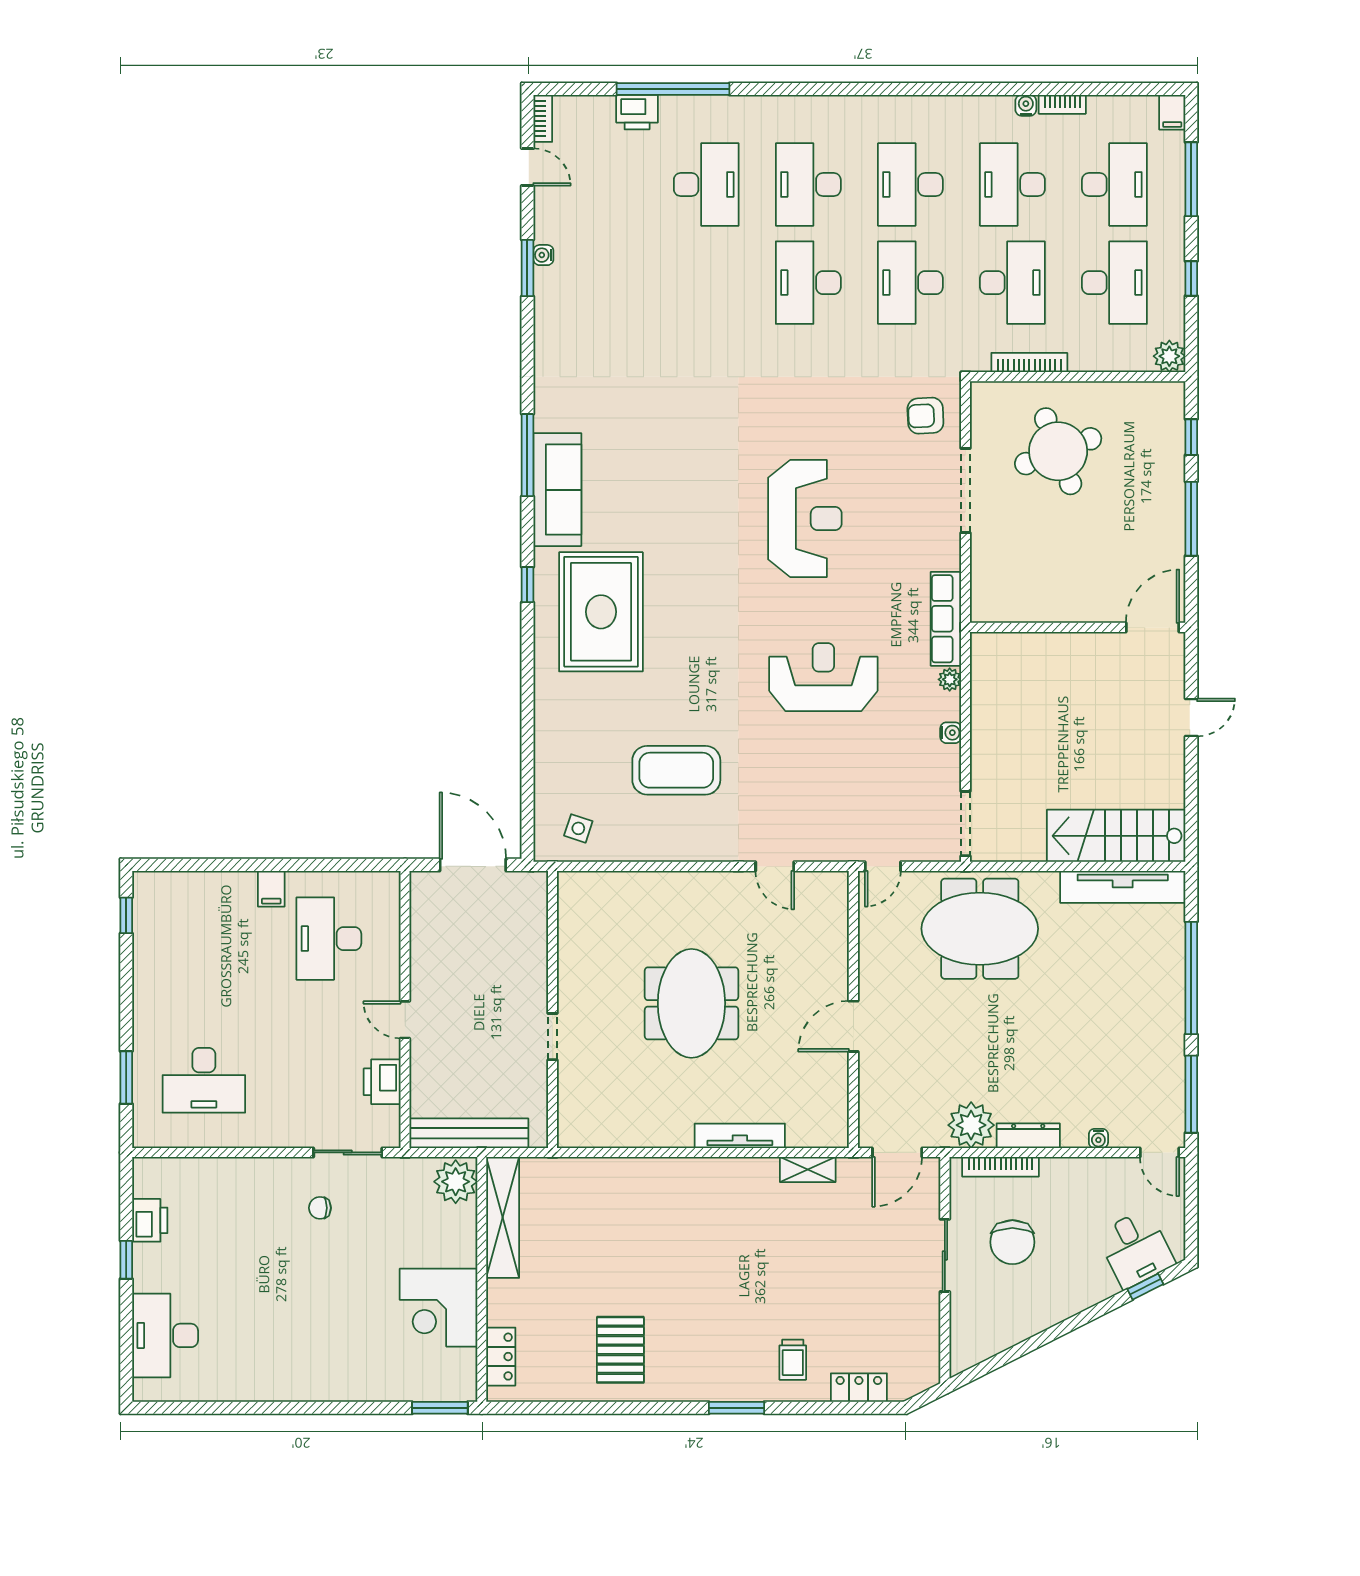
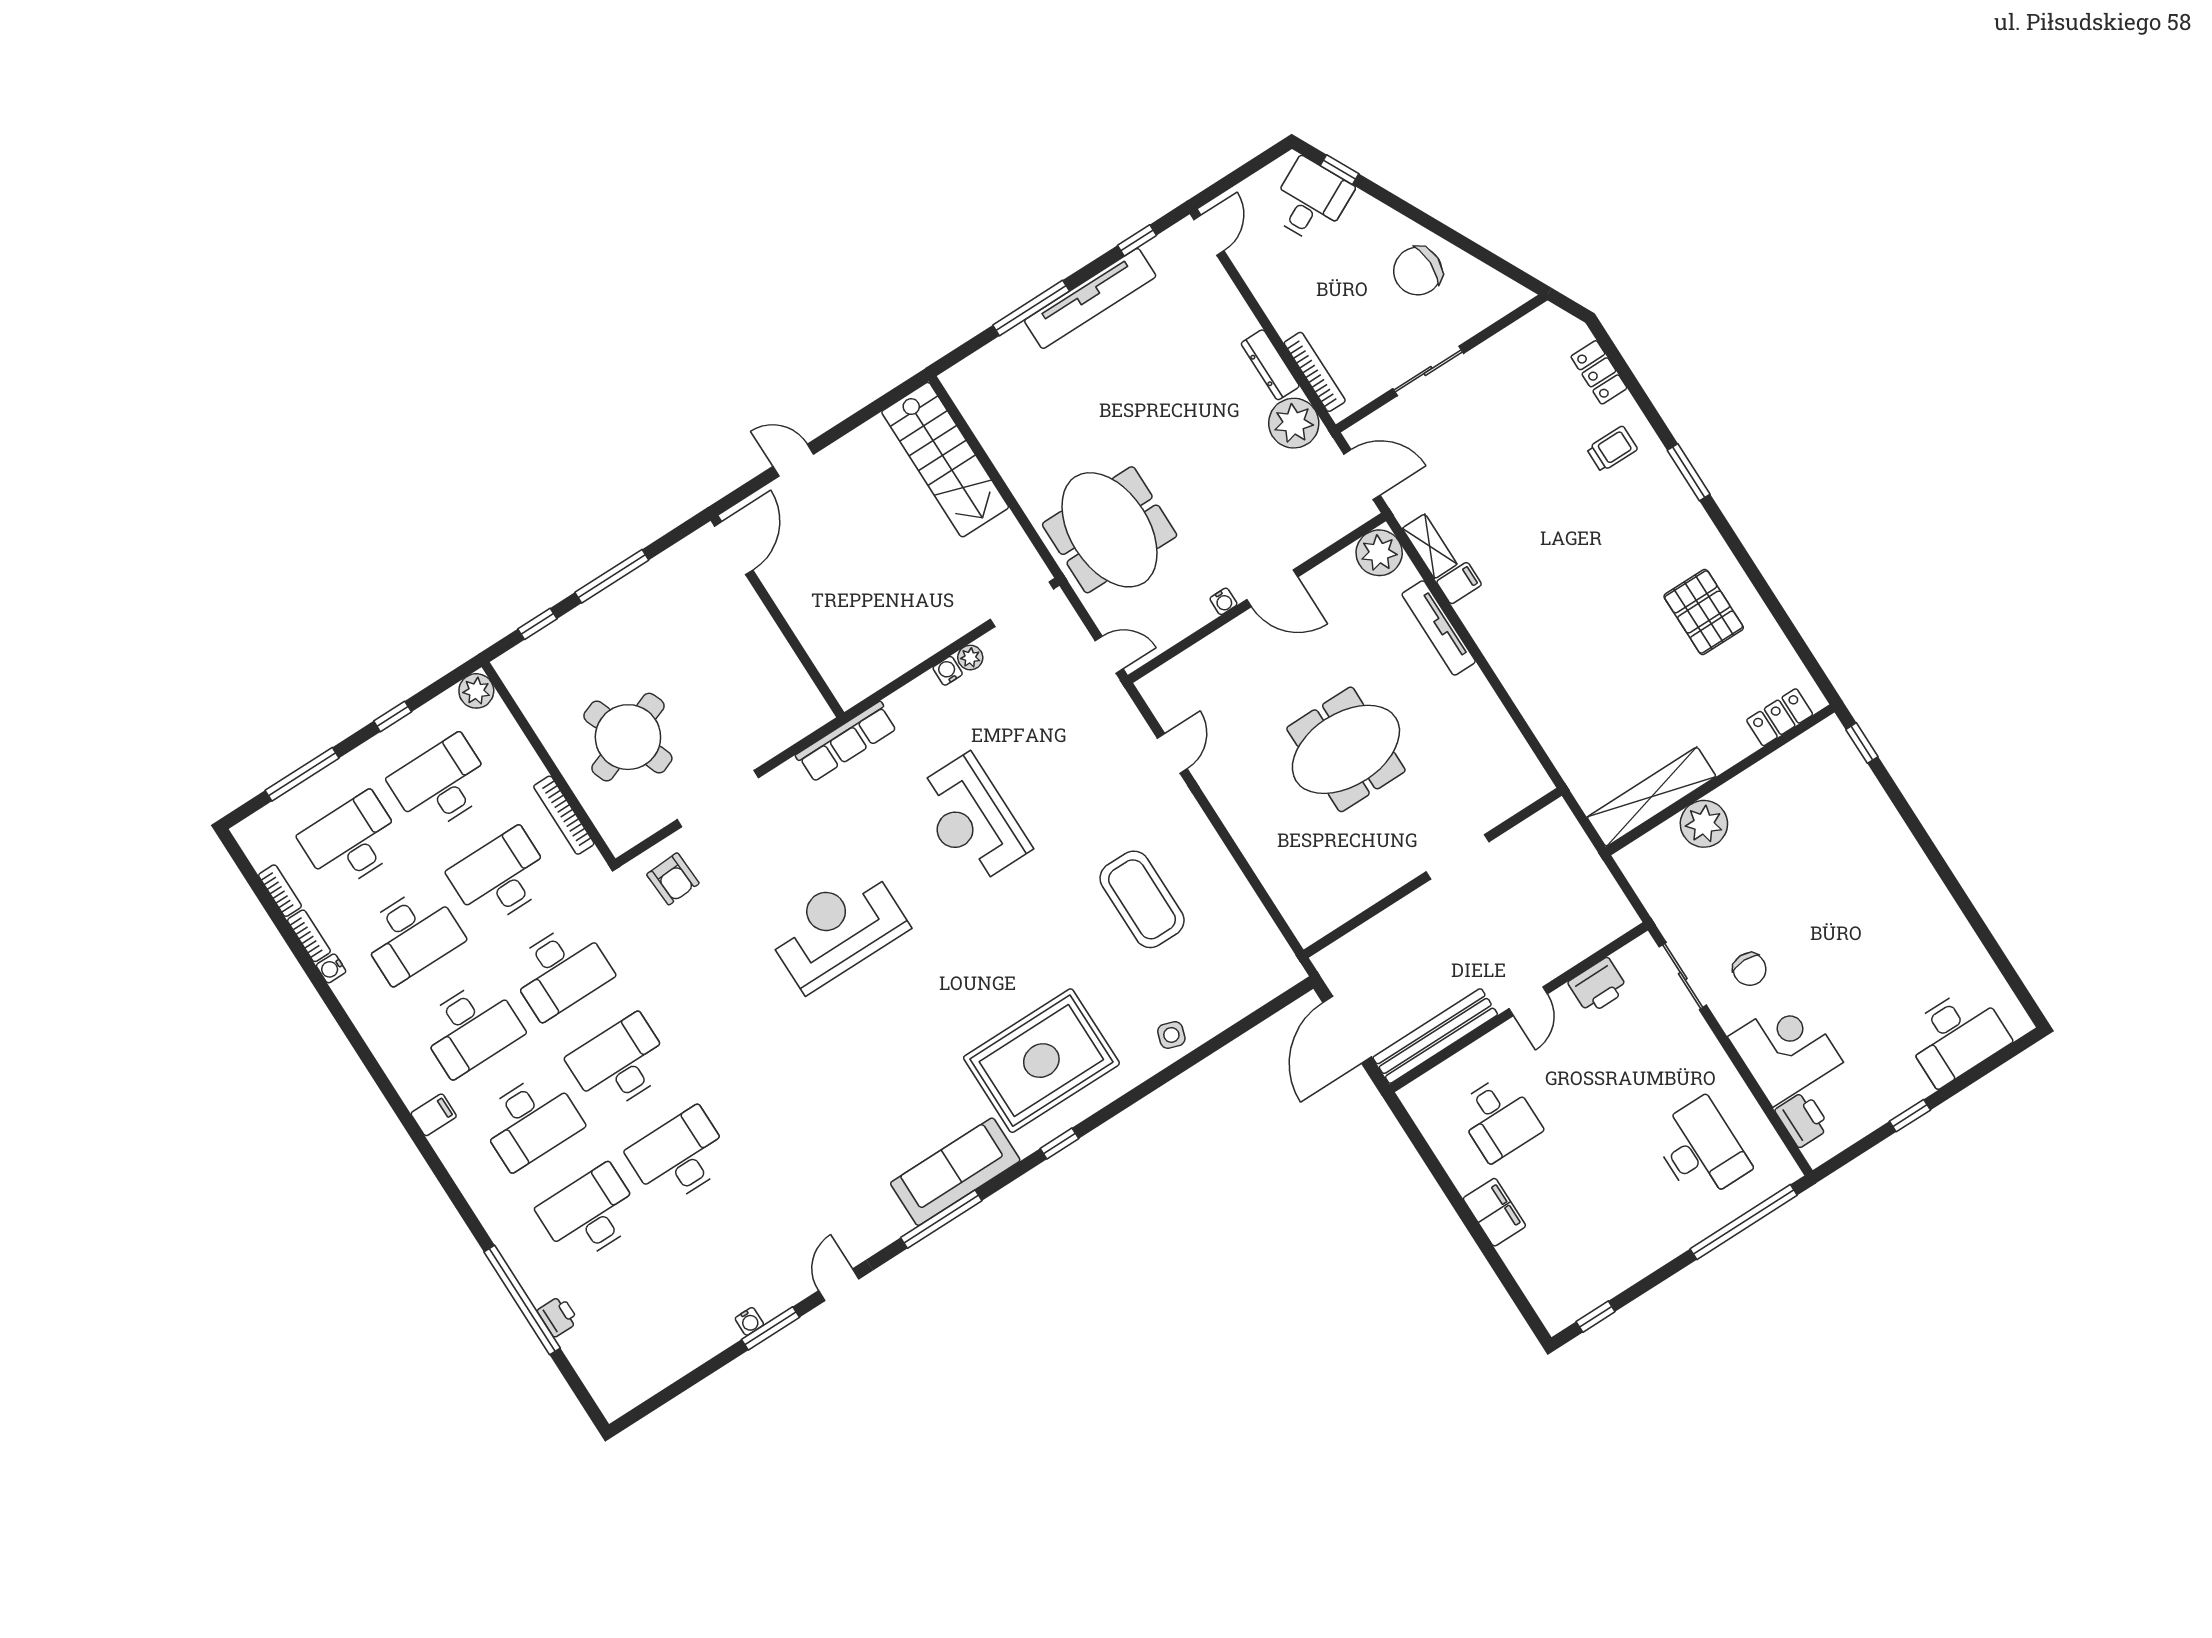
printer: (637, 112) -> (558, 1316), width x0.73, depth x0.81
filing cabinet: (1172, 112) -> (434, 1115), moved
bookcase: (543, 118) -> (280, 891), moved, turned 90
door: (527, 167) -> (839, 1285), moved
desk: (706, 283) -> (679, 1157), added
desk: (808, 283) -> (620, 1063), turned 180
door: (1153, 627) -> (734, 548), swing flipped
plant: (950, 679) -> (970, 658), moved
side table: (578, 828) -> (1171, 1035), moved
tv unit: (1123, 887) -> (1090, 298), moved, turned 90
filing cabinet: (271, 889) -> (1494, 1212), width x2.00
desk: (329, 939) -> (1498, 1118), width x0.73
window: (1191, 978) -> (1031, 308), width x0.68
doorway: (553, 1037) -> (1457, 857), width x1.38
window: (126, 1078) -> (1744, 1222), width x2.11
window: (1191, 1094) -> (1137, 240), width x0.46
plant: (828, 1127) -> (1379, 553), added
bench: (469, 1133) -> (1435, 1036), moved, turned 90
water cooler: (1098, 1138) -> (1223, 601), moved, turned 90
filing cabinet: (765, 1174) -> (1459, 583), added
plant: (456, 1182) -> (1704, 824), moved
chair: (320, 1208) -> (1750, 969), width x1.37, depth x1.37
printer: (150, 1220) -> (1803, 1119), moved, turned 90
chair: (1012, 1242) -> (1418, 271), moved, turned 180
corner desk: (438, 1308) -> (1785, 1049), moved, turned -90
pallet: (620, 1350) -> (1704, 612), turned 90
window: (440, 1408) -> (1862, 743), width x0.67

